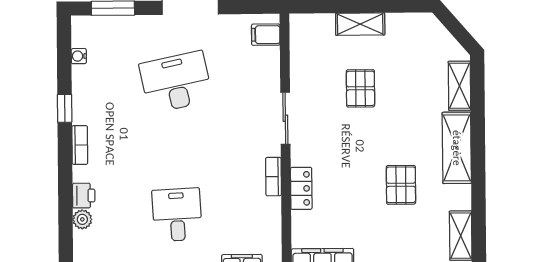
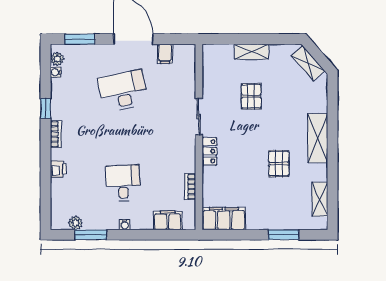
filing cabinet: (266, 35) -> (165, 54), moved, turned -90
shelving: (459, 86) -> (308, 63), moved, turned -41
bookcase: (273, 177) -> (190, 187), moved
locker: (301, 188) -> (209, 151), moved
plant: (82, 219) -> (57, 59), moved

